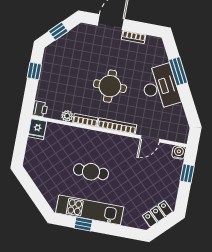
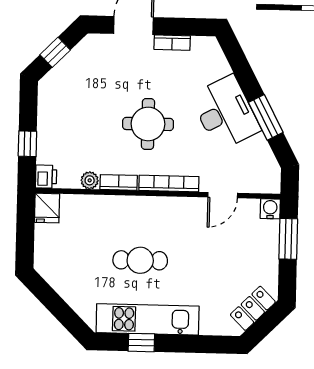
window: (34, 71) -> (27, 144), moved
window: (178, 71) -> (266, 117), moved
window: (187, 173) -> (288, 239), width x1.50

